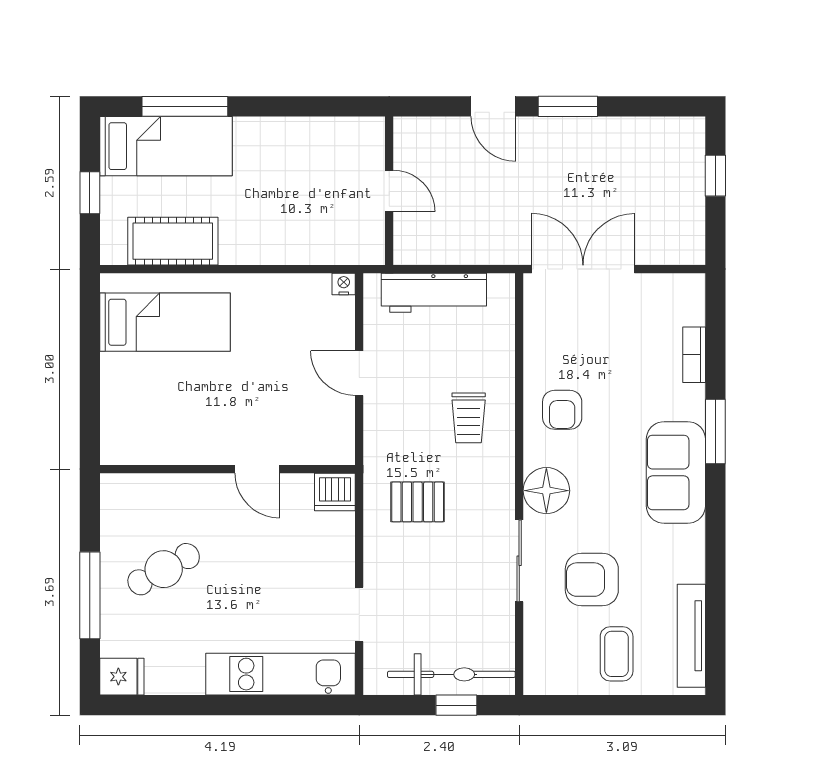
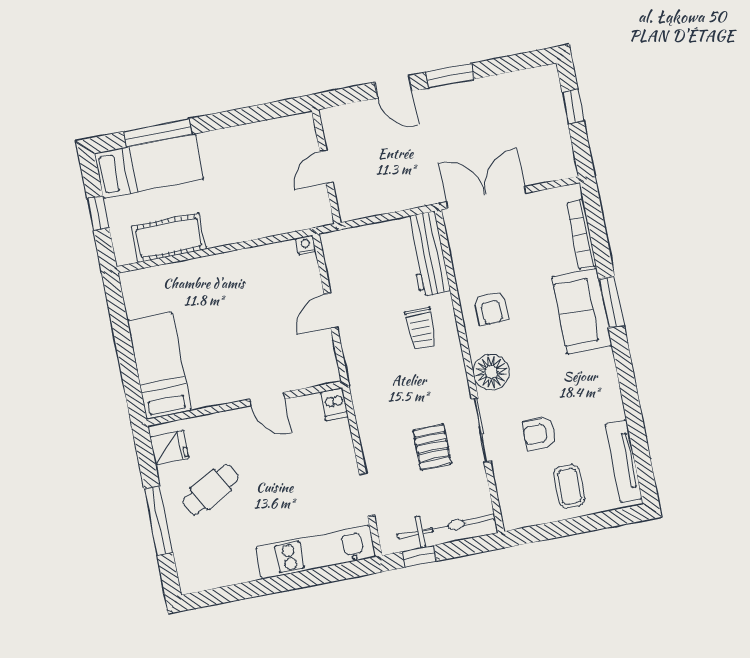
door: (389, 191) -> (326, 167), swing flipped
workbench: (434, 293) -> (428, 254), moved, turned 90
bed: (165, 322) -> (159, 366), moved, turned -90
bookcase: (694, 355) -> (581, 234), width x1.56
door: (359, 373) -> (331, 311), hinge flipped
sofa: (676, 472) -> (582, 311), moved
dishwasher: (335, 492) -> (334, 404), width x0.73
pallet: (418, 502) -> (432, 447), moved, turned 90
armchair: (592, 580) -> (539, 433), width x0.72, depth x0.72
fridge: (122, 677) -> (169, 447), moved
window: (456, 705) -> (419, 556), moved

